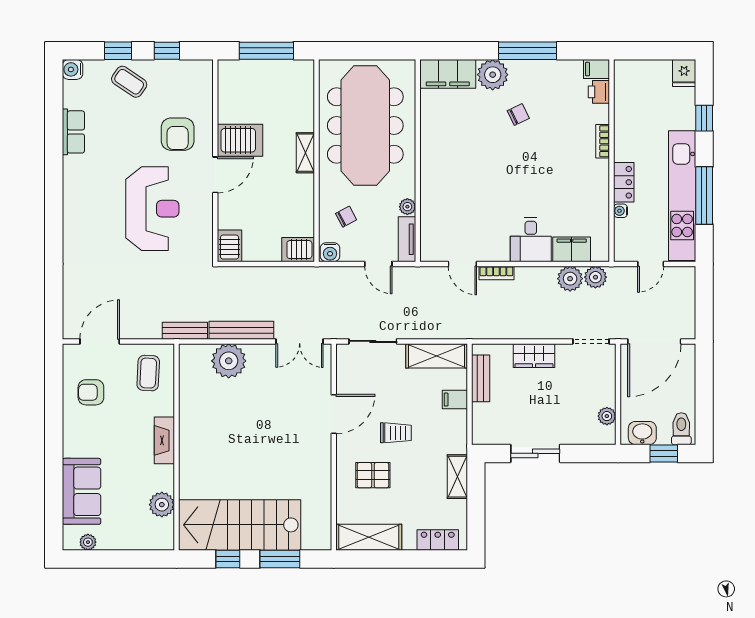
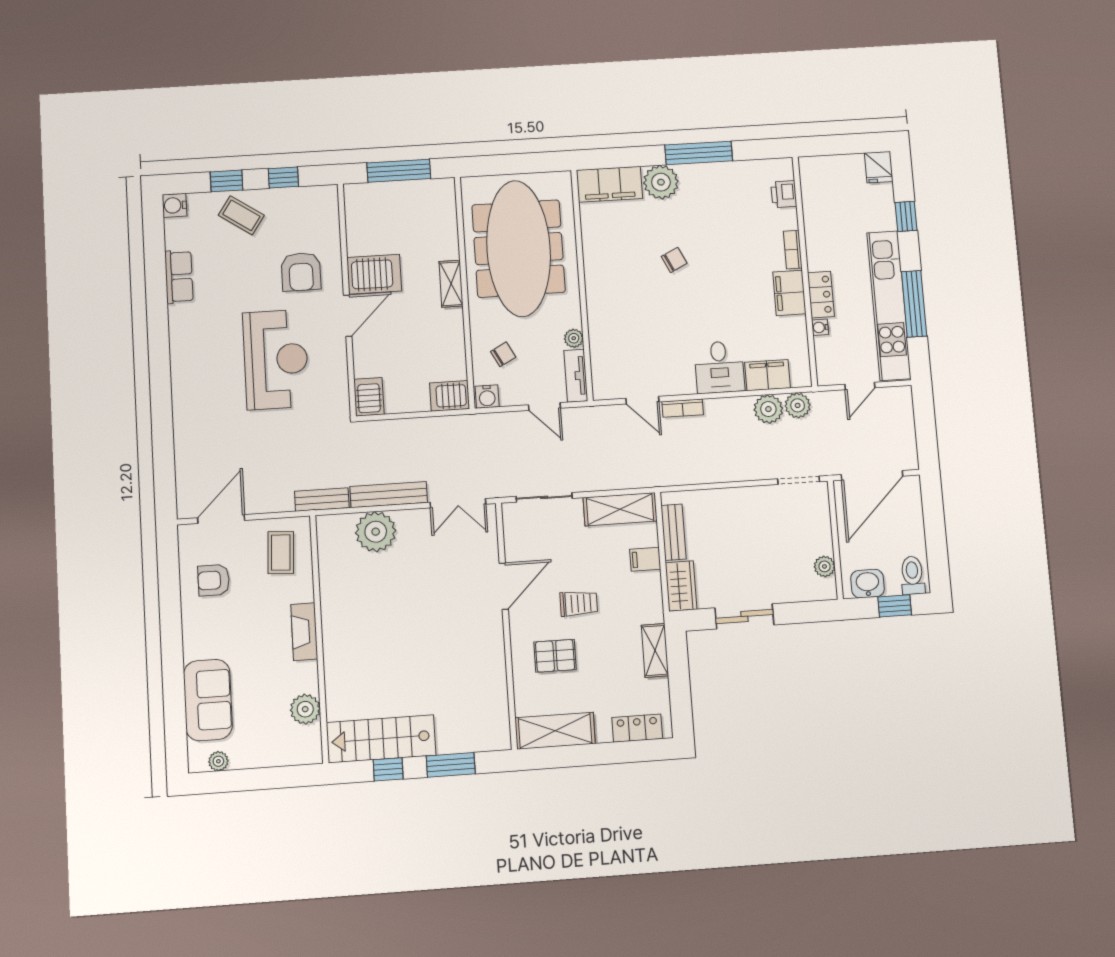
filing cabinet: (597, 69) -> (789, 293), moved, width x2.00
chair: (518, 114) -> (674, 260), moved
wardrobe: (534, 356) -> (681, 586), moved, turned -90
stairs: (240, 525) -> (381, 739), width x0.73, depth x0.66

